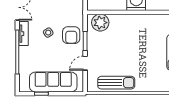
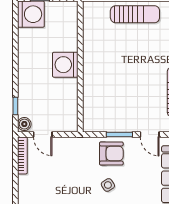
plant: (100, 23) -> (94, 114), removed

